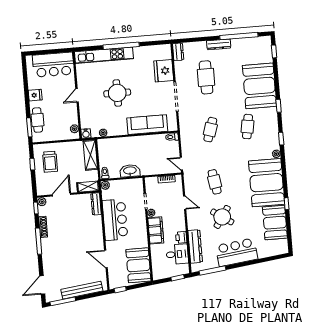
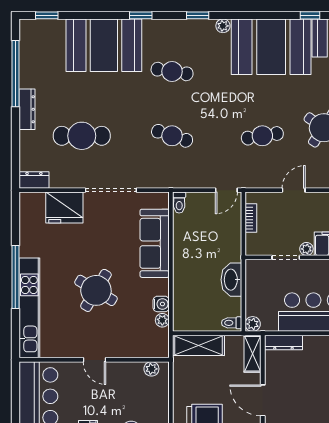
round table: (117, 93) -> (96, 290), turned 31
water cooler: (86, 133) -> (161, 304), moved

